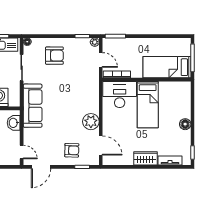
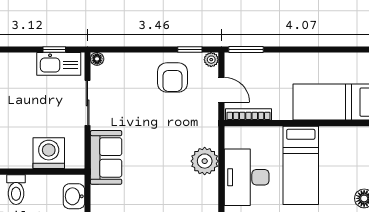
armchair: (54, 56) -> (172, 77), moved, turned 90
desk: (120, 95) -> (247, 177), moved, turned -90
sofa: (33, 106) -> (106, 157), width x0.73
plant: (91, 122) -> (205, 161), moved

